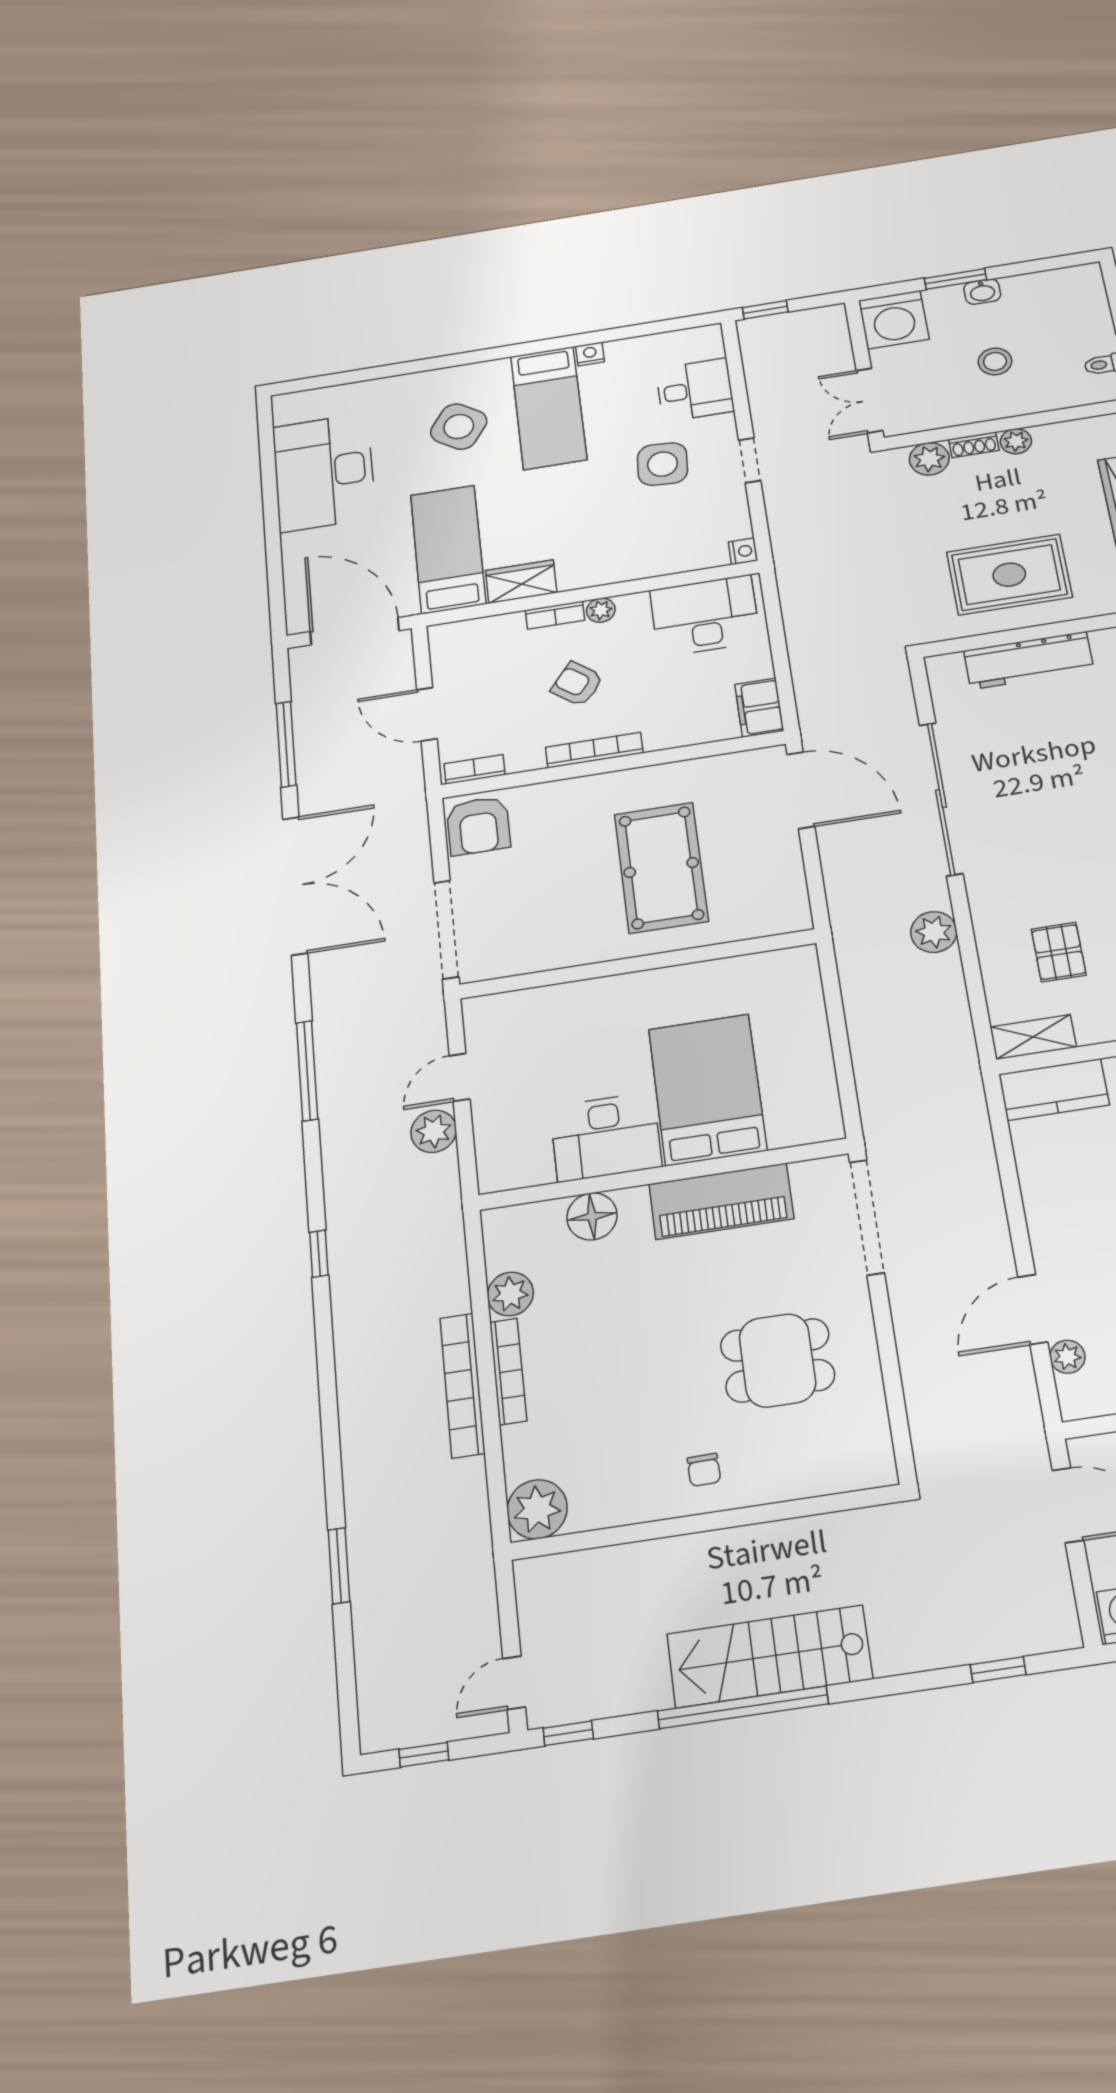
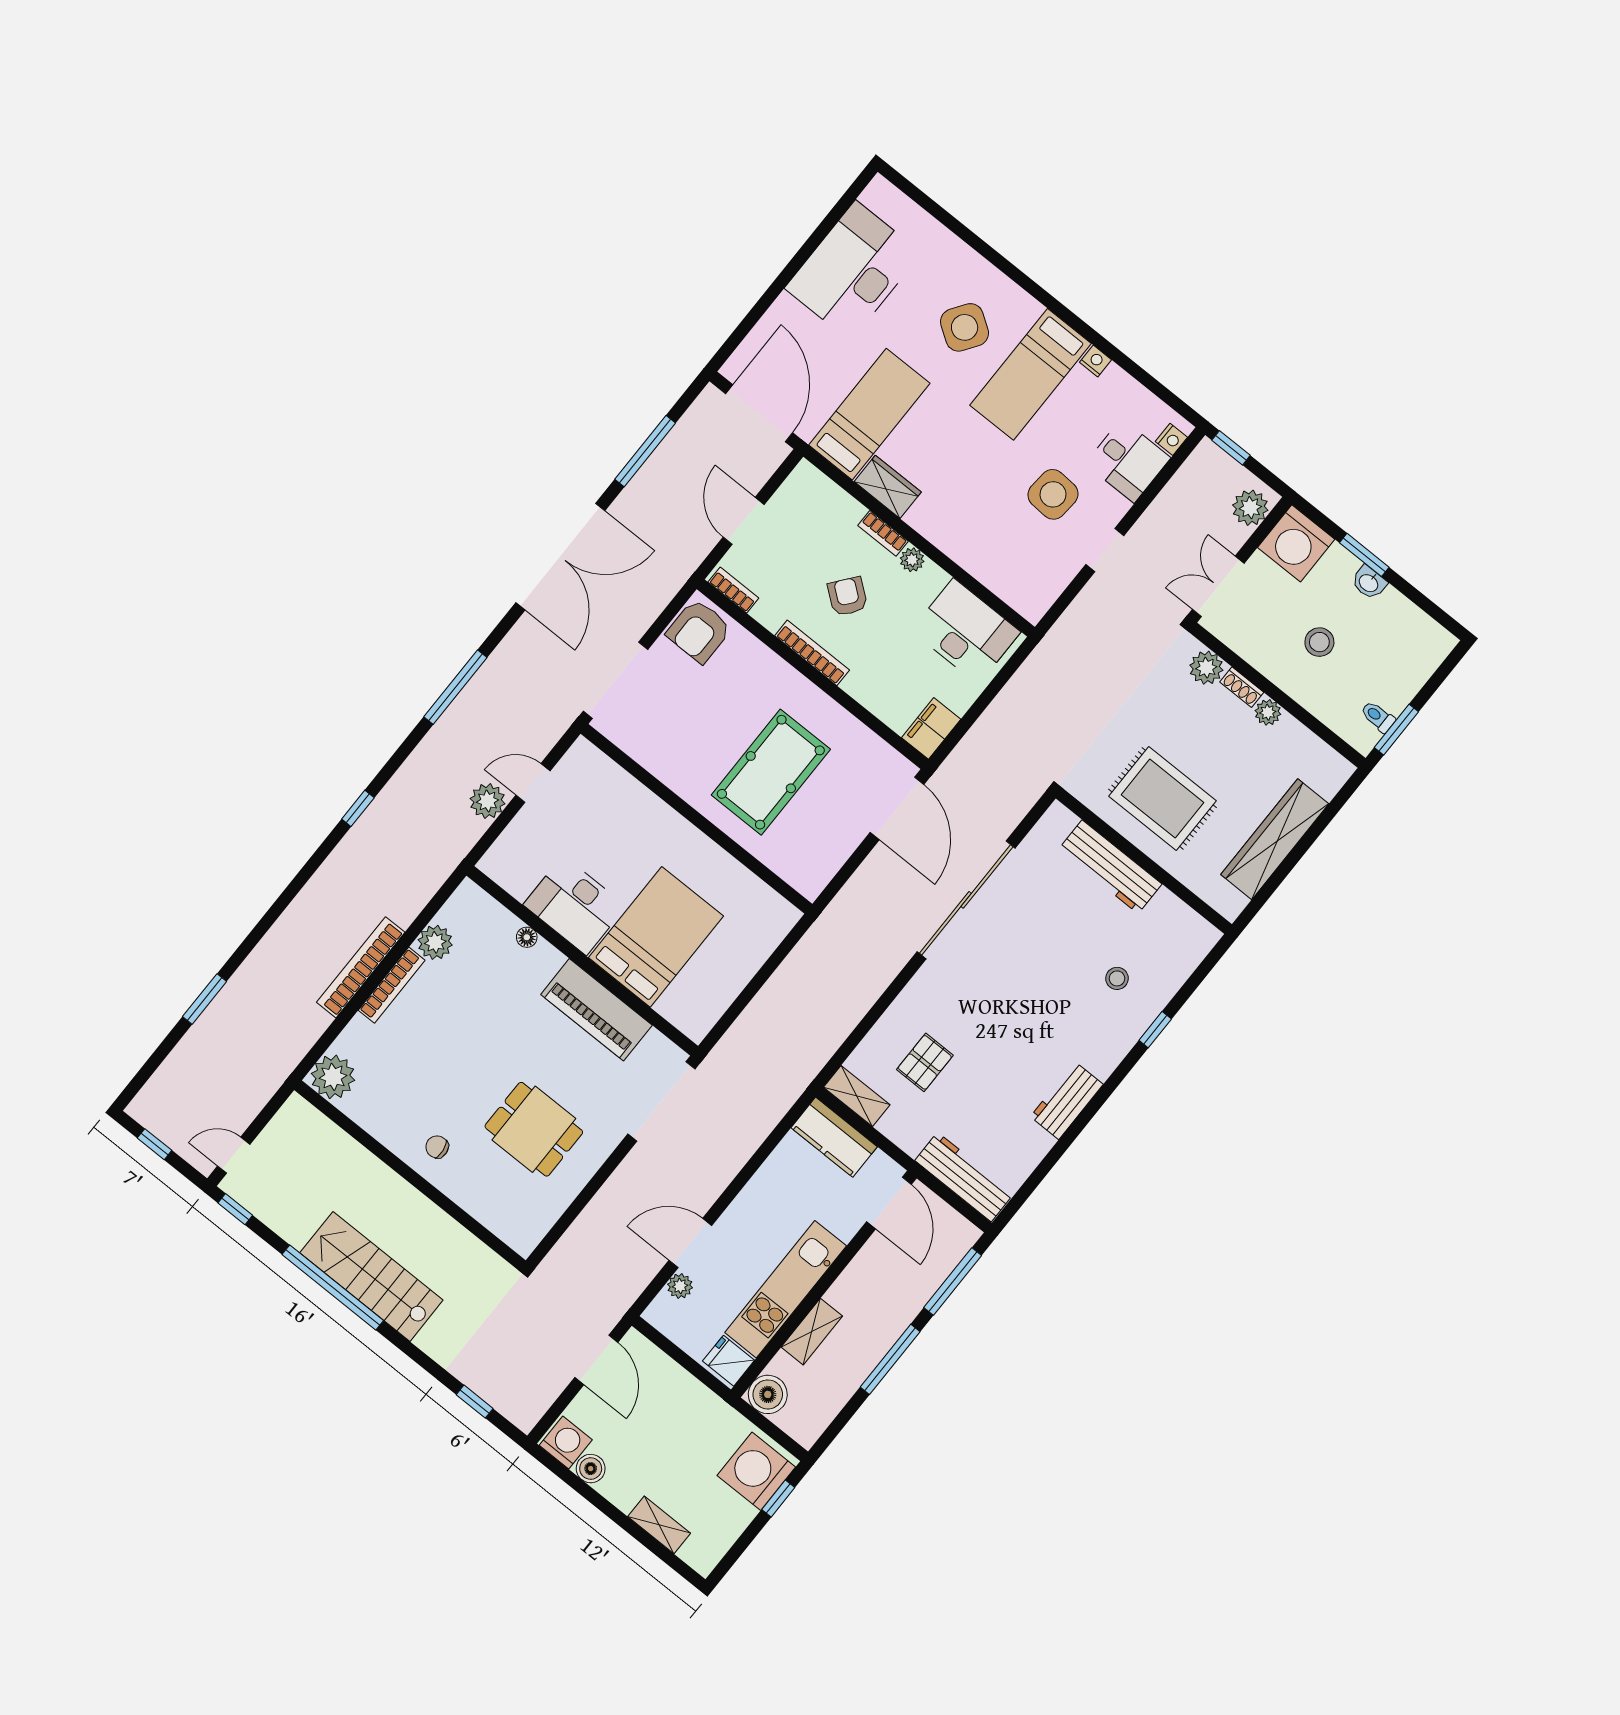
nightstand: (743, 551) -> (1171, 439), moved
plant: (934, 932) -> (1250, 508), moved
floor lamp: (592, 1216) -> (527, 937), width x0.53, depth x0.53
chair: (704, 1470) -> (437, 1147), turned 84

